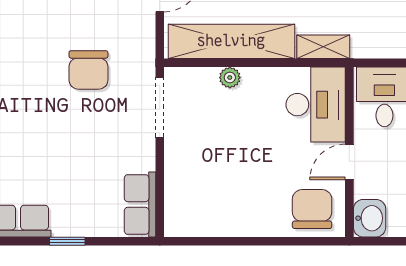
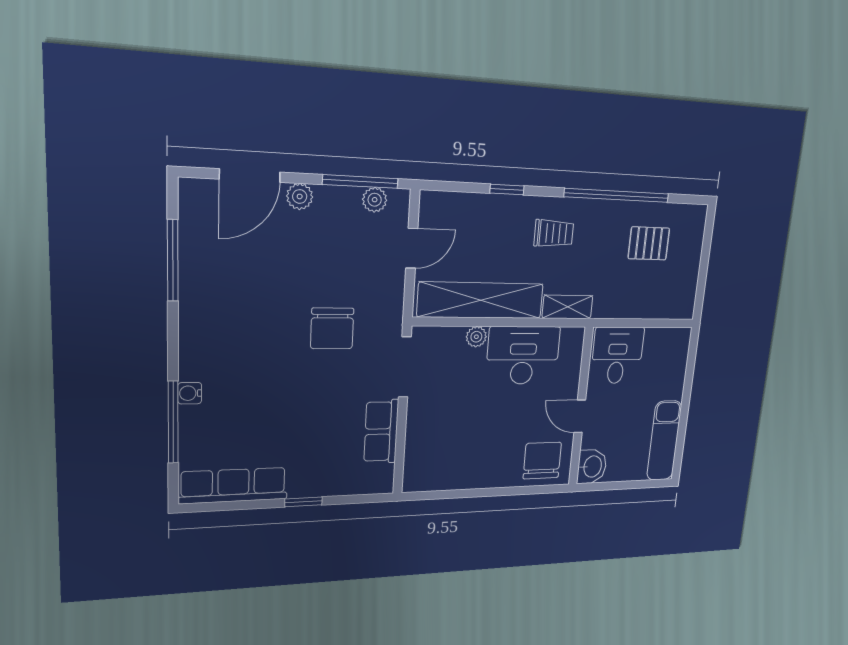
desk: (316, 105) -> (523, 355), moved, turned -90
door: (349, 162) -> (580, 416), hinge flipped
row of seats: (140, 204) -> (381, 431), moved

